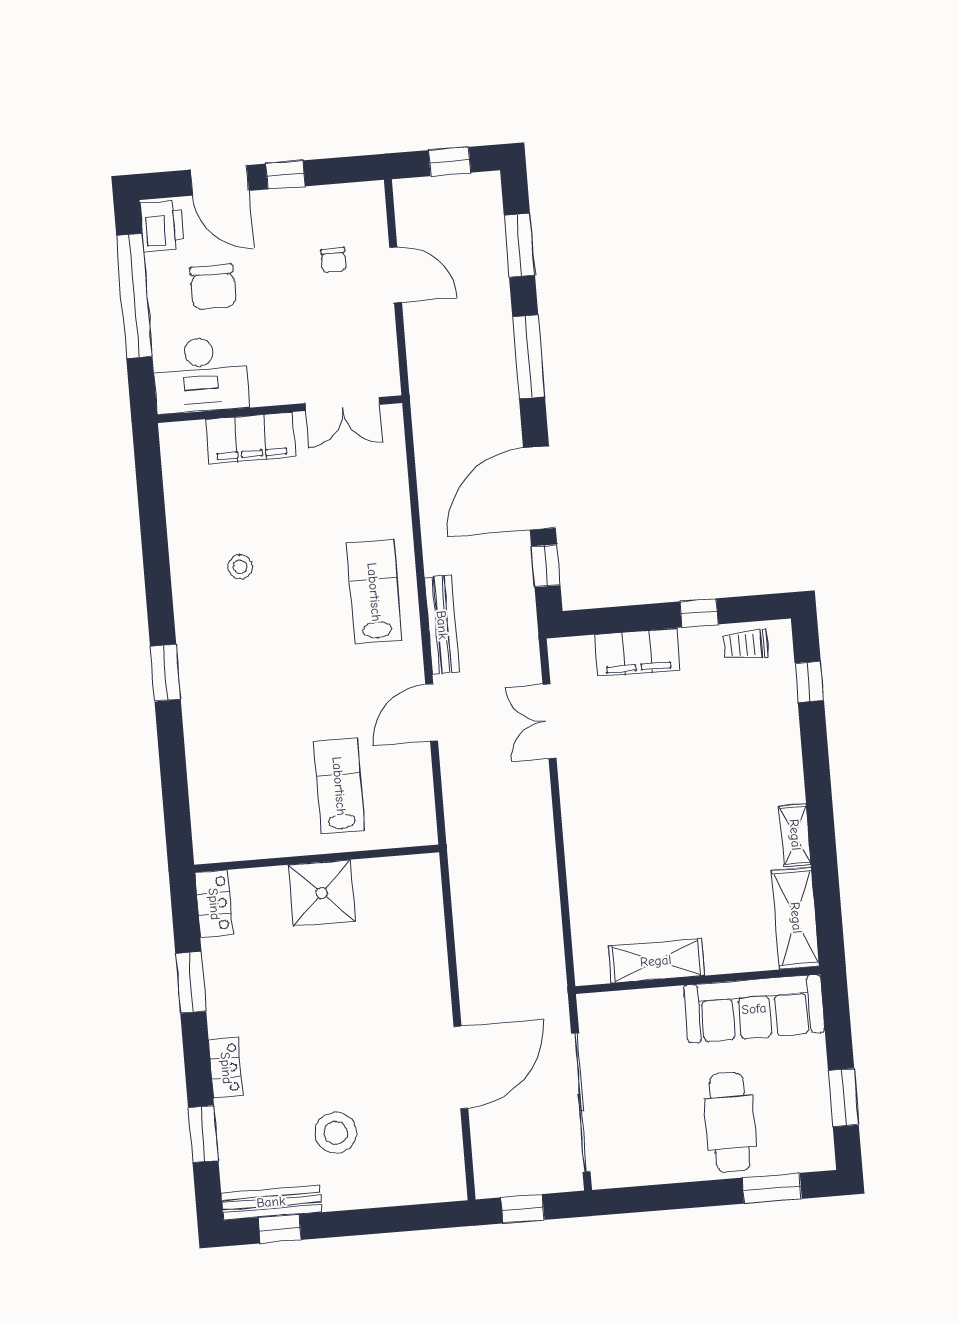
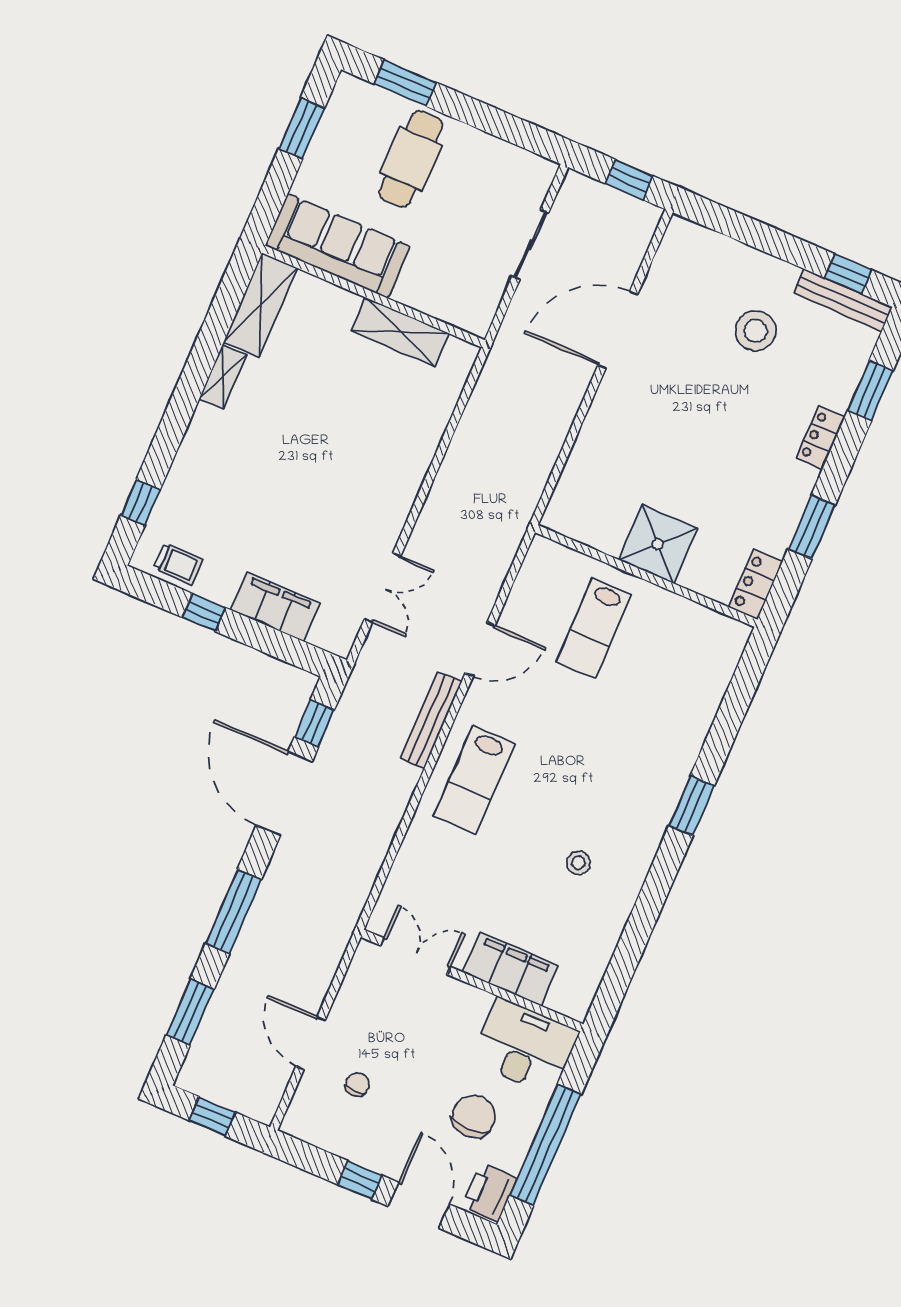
door: (539, 488) -> (284, 794), swing flipped
sliding door: (581, 1103) -> (530, 244), width x0.54

